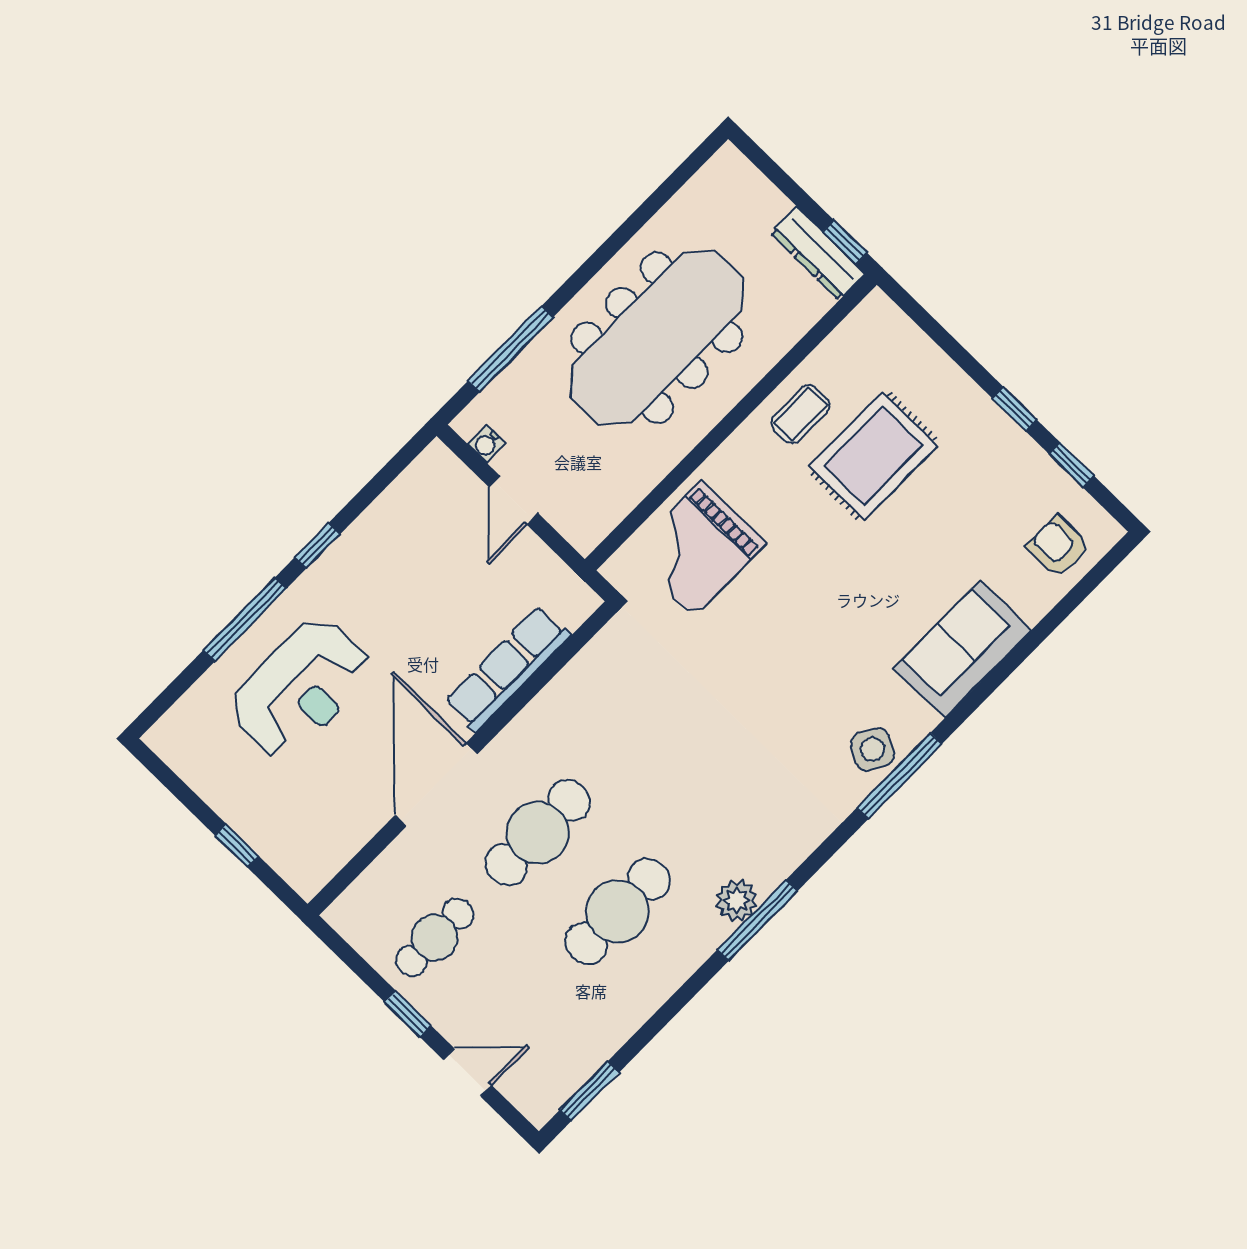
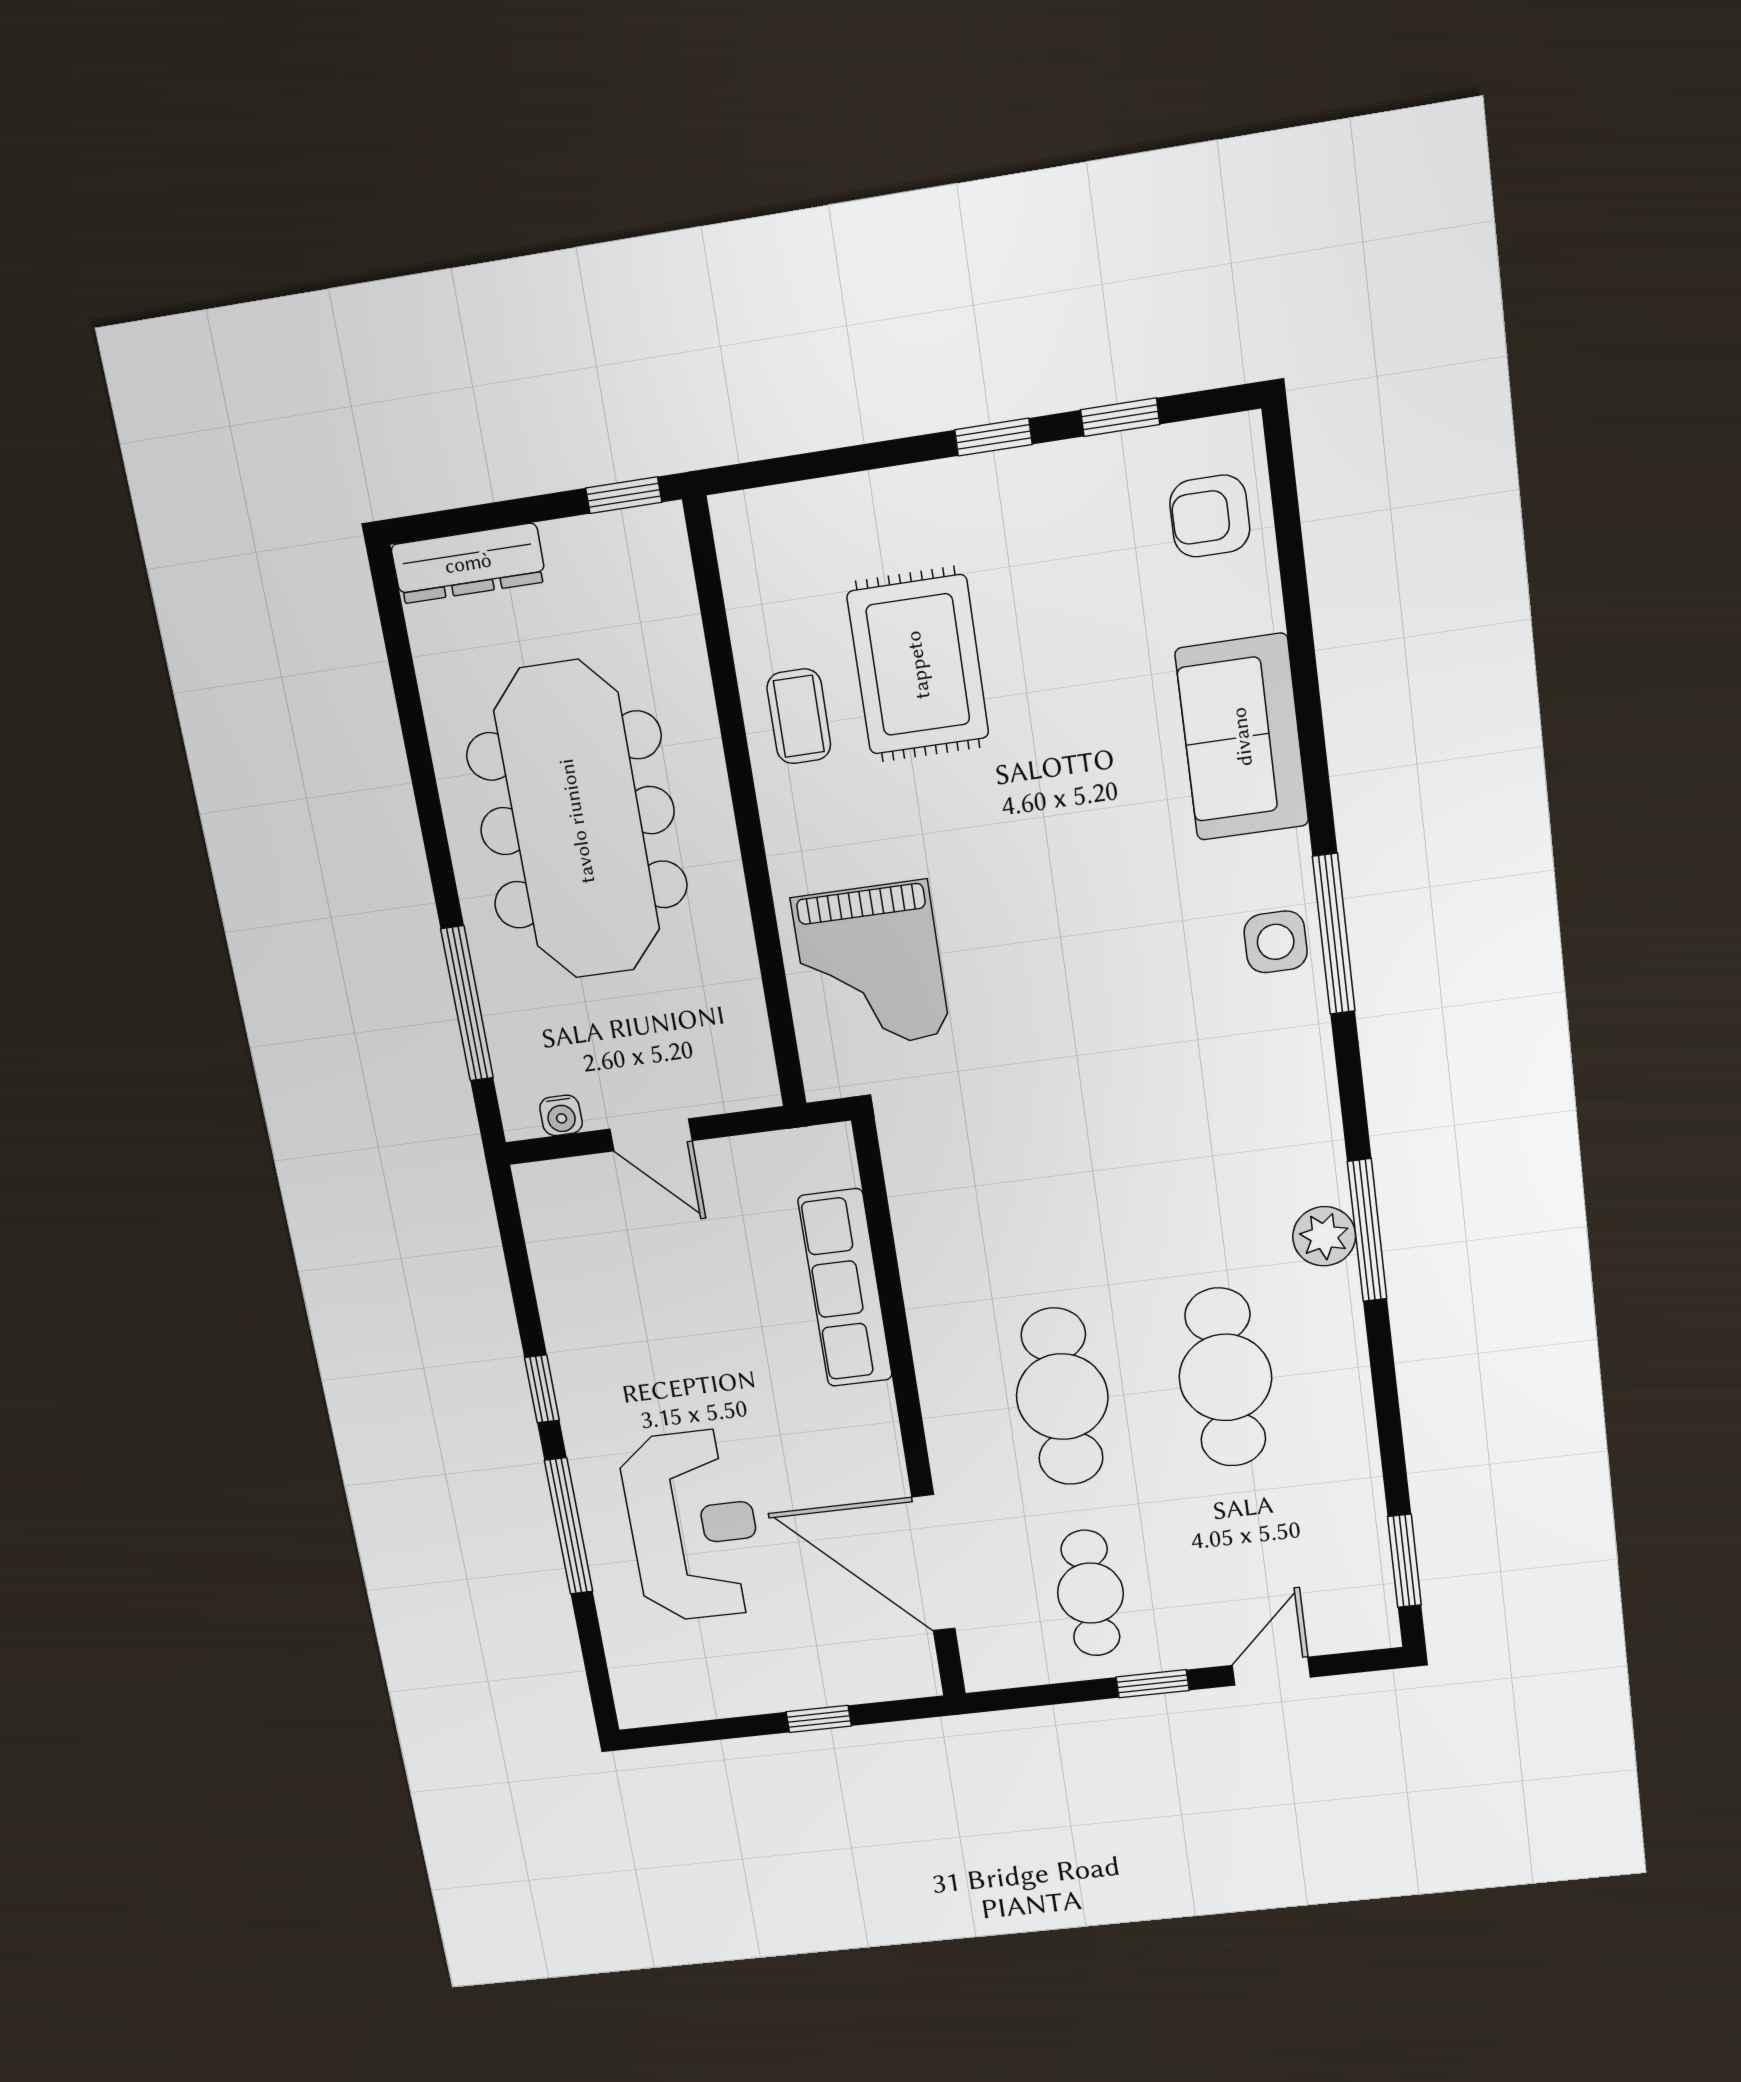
dresser: (818, 253) -> (468, 563), moved
side table: (872, 749) -> (1276, 942), turned -30
door: (436, 785) -> (933, 1563), moved

